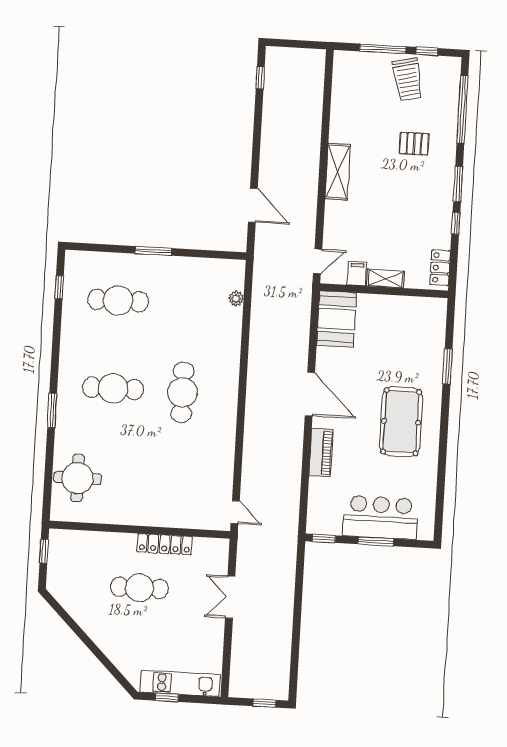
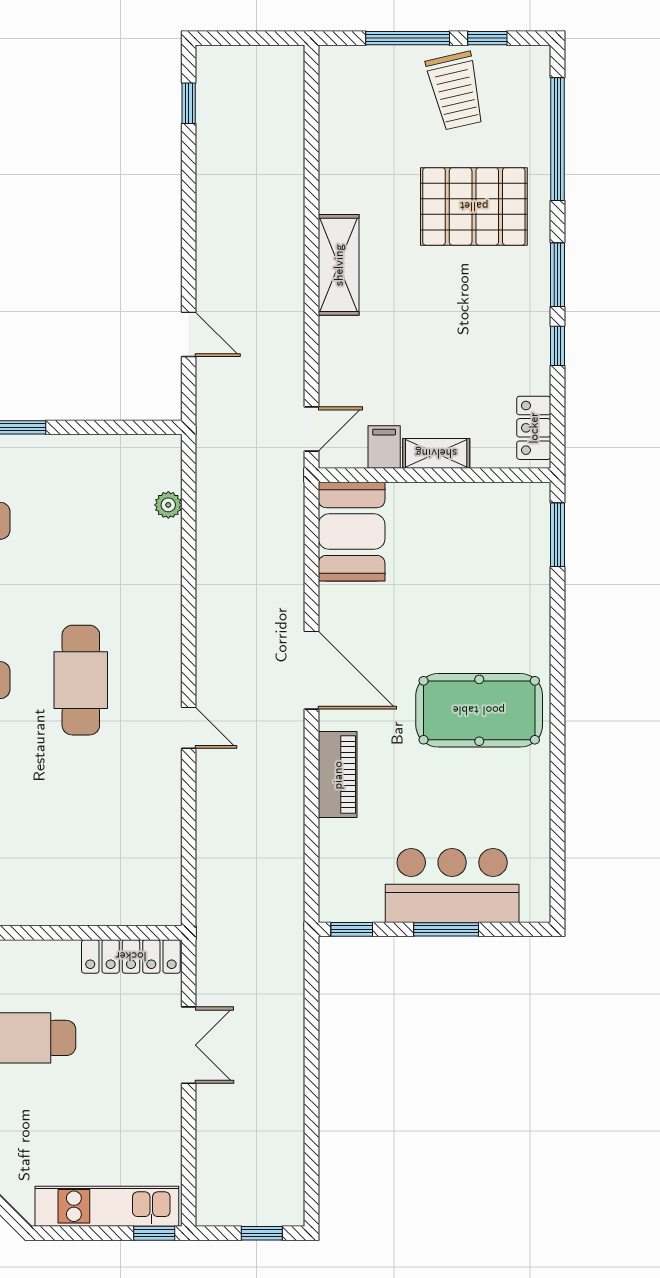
pallet: (414, 144) -> (474, 206), width x2.05, depth x2.00
door: (253, 205) -> (189, 334), width x0.73
window: (448, 366) -> (557, 535), moved
pool table: (401, 422) -> (479, 710), turned 90
door: (235, 512) -> (189, 728), moved
locker: (165, 544) -> (131, 956), moved
double door: (230, 597) -> (189, 1045), swing flipped
window: (167, 697) -> (154, 1233), moved

